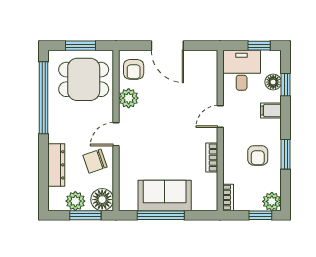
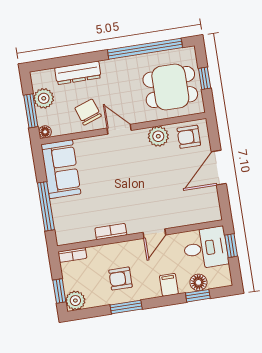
window: (80, 46) -> (205, 78), width x0.67
window: (259, 46) -> (231, 246), moved
dining table: (84, 79) -> (170, 87), turned 90
door: (220, 117) -> (154, 234), swing flipped
sofa: (165, 195) -> (61, 169), moved
floor lamp: (102, 200) -> (45, 132), width x0.53, depth x0.53
window: (161, 215) -> (46, 206), moved

